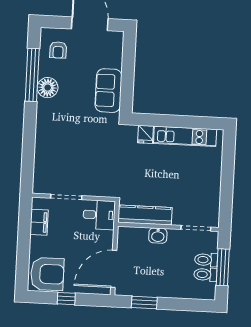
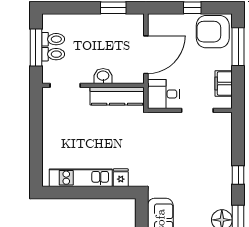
window: (29, 131) -> (238, 175), added
window: (23, 258) -> (238, 47), added
door: (114, 269) -> (146, 55), moved

